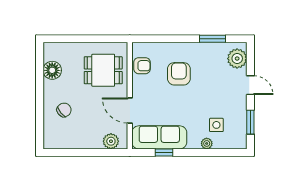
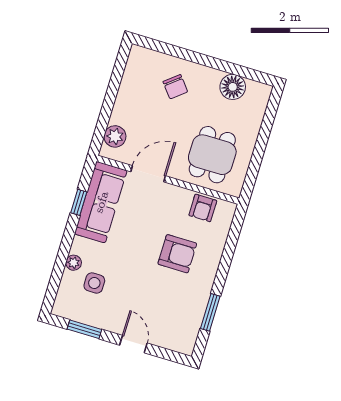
plant: (237, 59) -> (174, 337), removed
door: (250, 85) -> (133, 344), swing flipped

